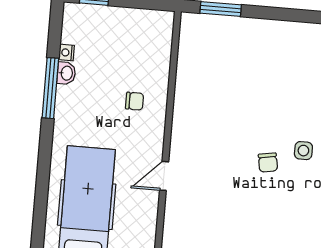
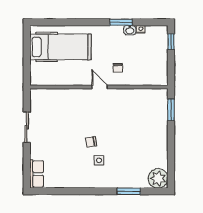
window: (50, 88) -> (121, 22), width x0.69
door: (164, 176) -> (100, 87), moved

